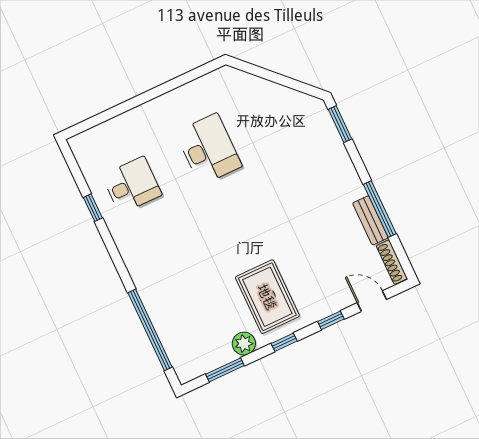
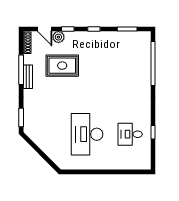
desk: (209, 149) -> (87, 134), width x1.36, depth x1.30
bench: (370, 220) -> (28, 77), moved
rug: (267, 297) -> (62, 66), moved, turned 90
plant: (244, 344) -> (58, 37), moved

